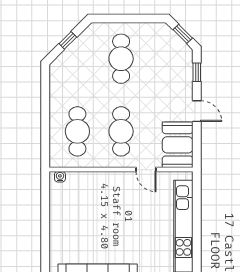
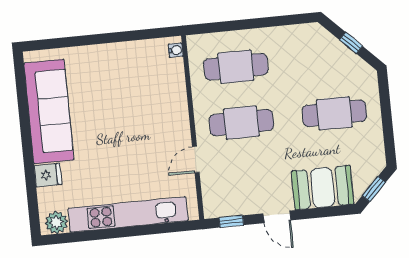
window: (197, 72) -> (231, 221), moved
door: (197, 111) -> (277, 217), hinge flipped
booth: (178, 145) -> (323, 188), moved

